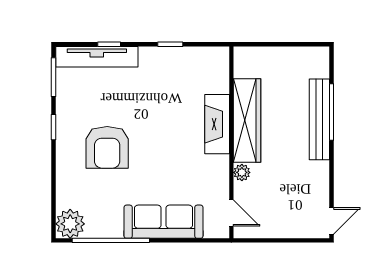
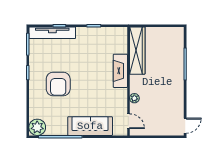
bench: (319, 119) -> (178, 68), removed
wardrobe: (247, 120) -> (137, 51), moved

